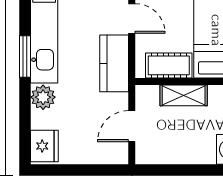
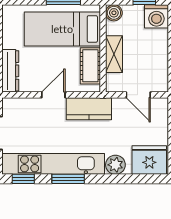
window: (25, 56) -> (68, 179), moved
fridge: (44, 146) -> (149, 160), width x1.36, depth x1.34

